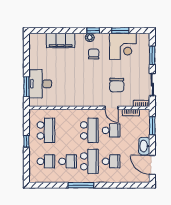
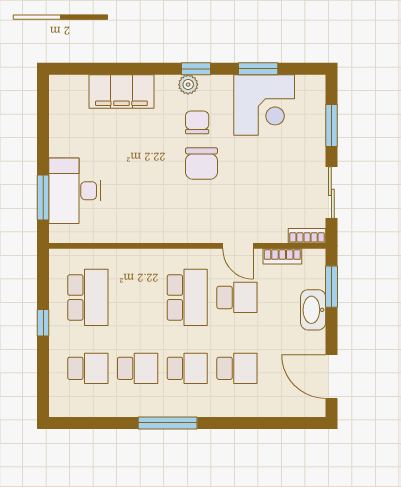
chair: (117, 85) -> (201, 164), moved
washbasin: (144, 146) -> (313, 310), moved
school desk: (89, 161) -> (187, 368), width x0.54

